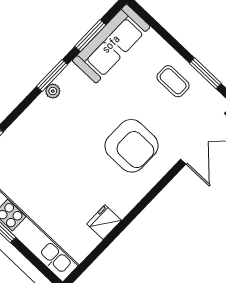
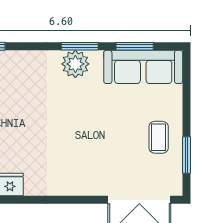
plant: (53, 91) -> (75, 64), width x1.87, depth x1.87
armchair: (131, 146) -> (84, 152), removed

